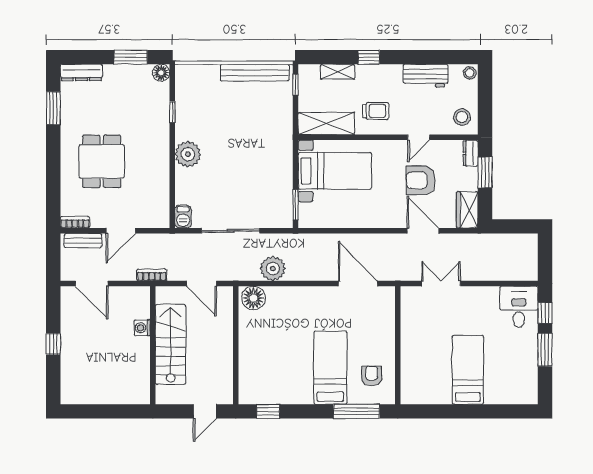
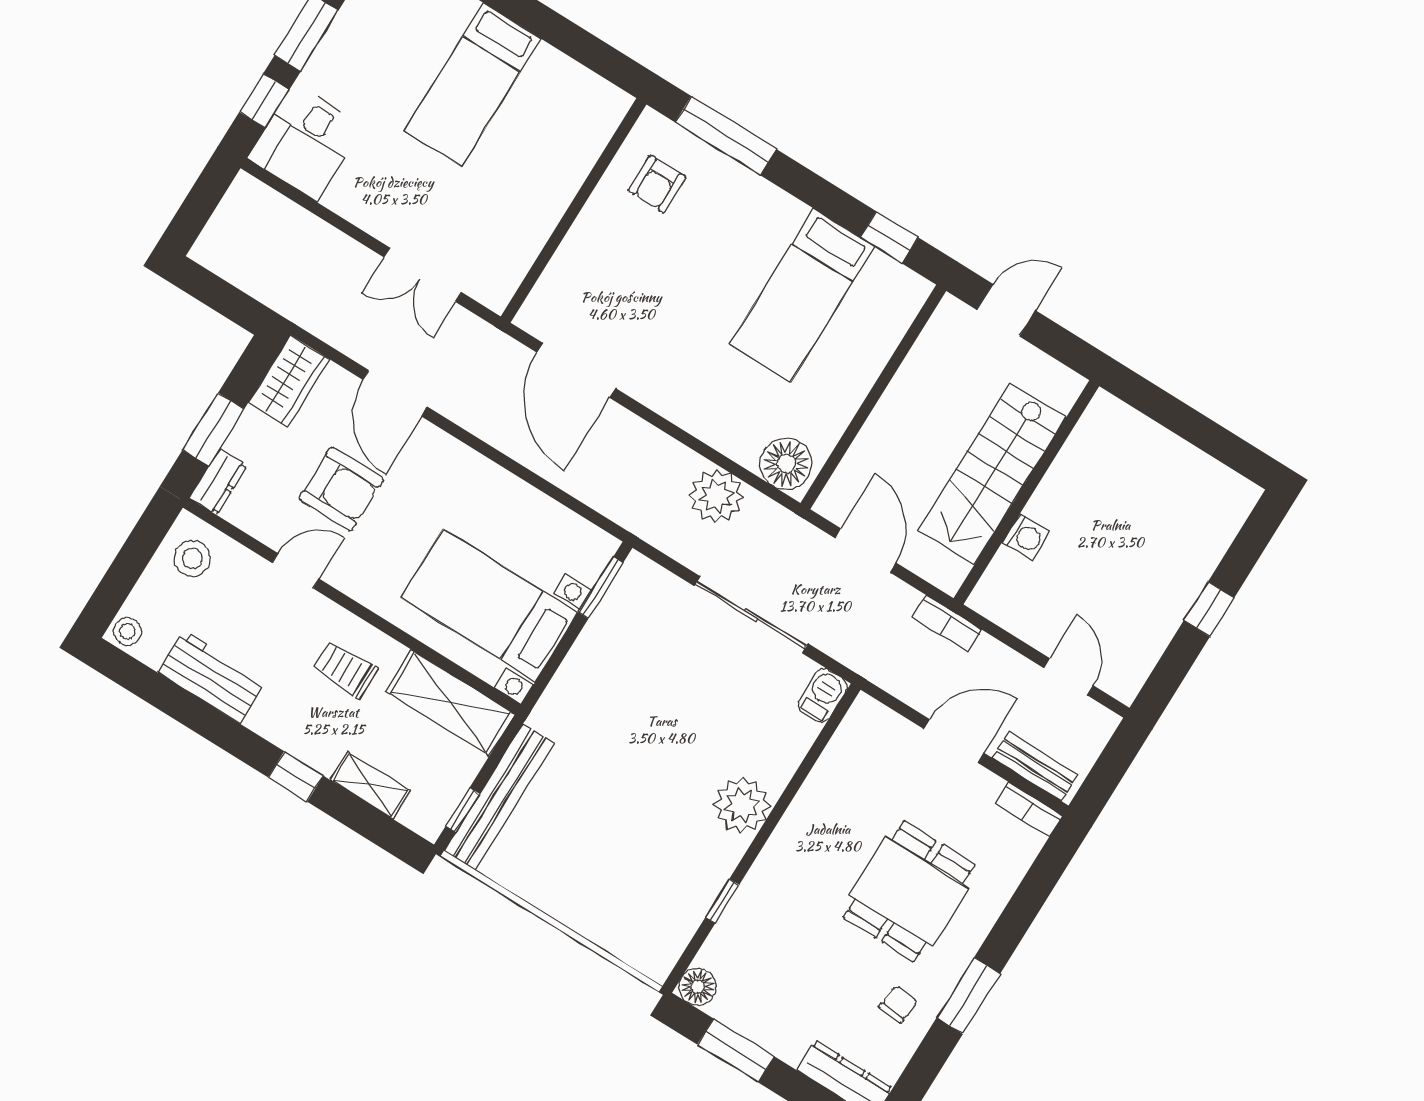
bench: (255, 73) -> (499, 797), moved, turned 90
window: (53, 108) -> (968, 996), moved
chair: (79, 115) -> (898, 1004), added
door: (92, 284) -> (1068, 677), width x0.73
bed: (330, 368) -> (802, 295), moved

